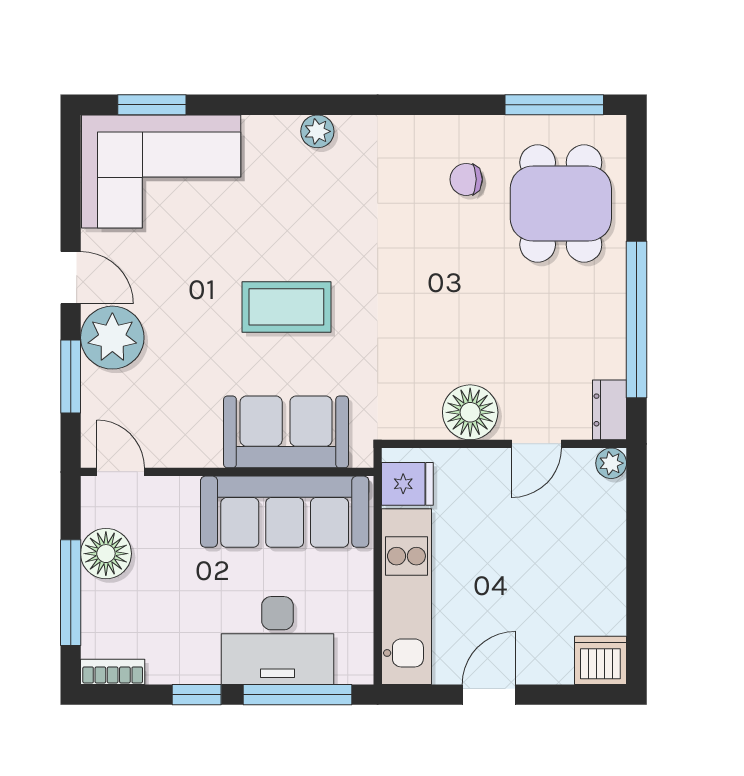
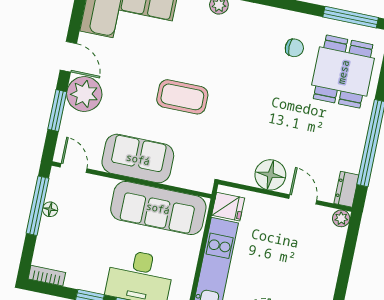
chair: (466, 179) -> (294, 48), turned 180
sofa: (286, 432) -> (138, 159), moved
door: (536, 444) -> (303, 199), swing flipped
floor lamp: (106, 554) -> (50, 209), width x0.53, depth x0.53
window: (71, 593) -> (37, 206), moved

